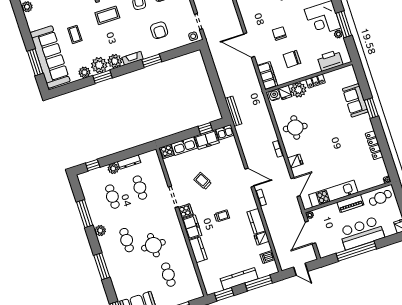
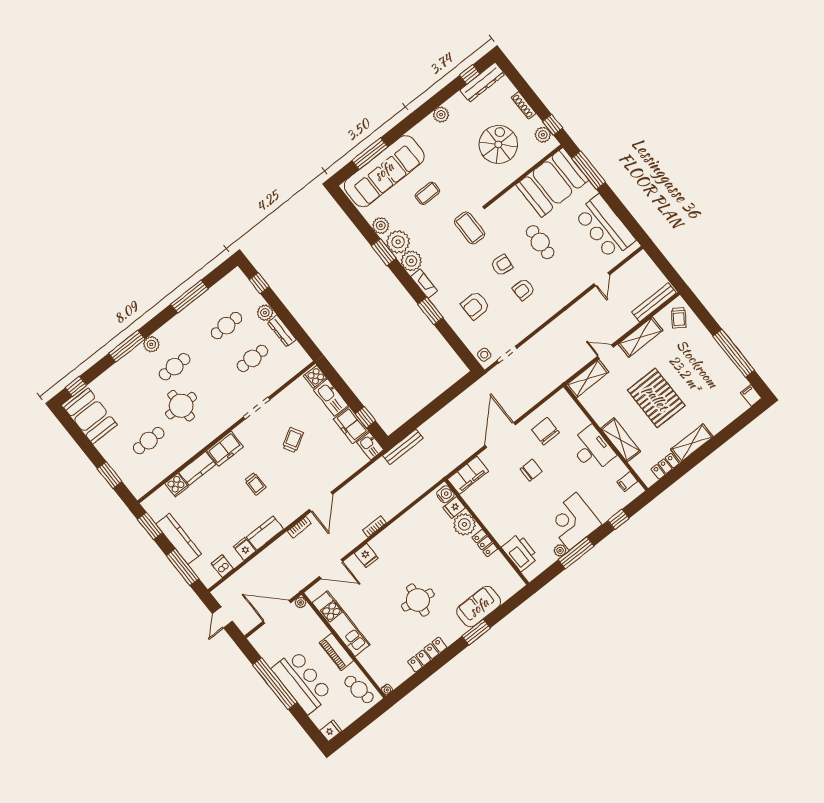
chair: (292, 59) -> (545, 431), moved
round table: (295, 127) -> (418, 600), moved
cooker: (185, 211) -> (177, 485), moved
plant: (100, 231) -> (151, 344), moved

